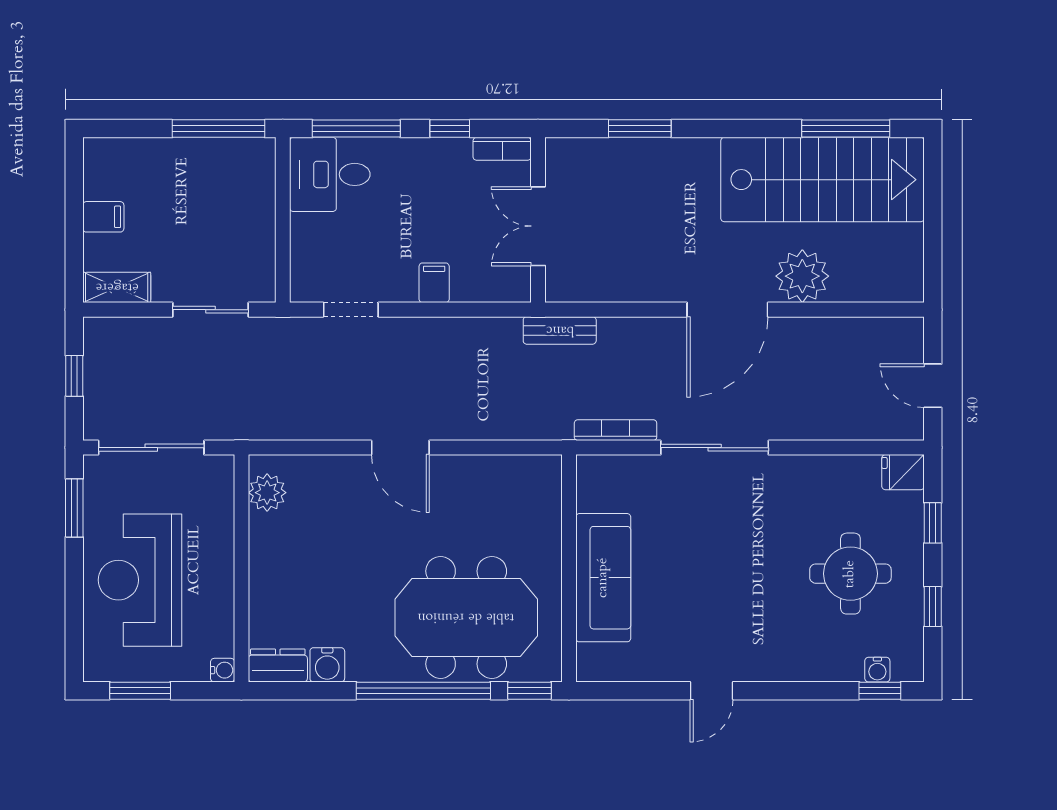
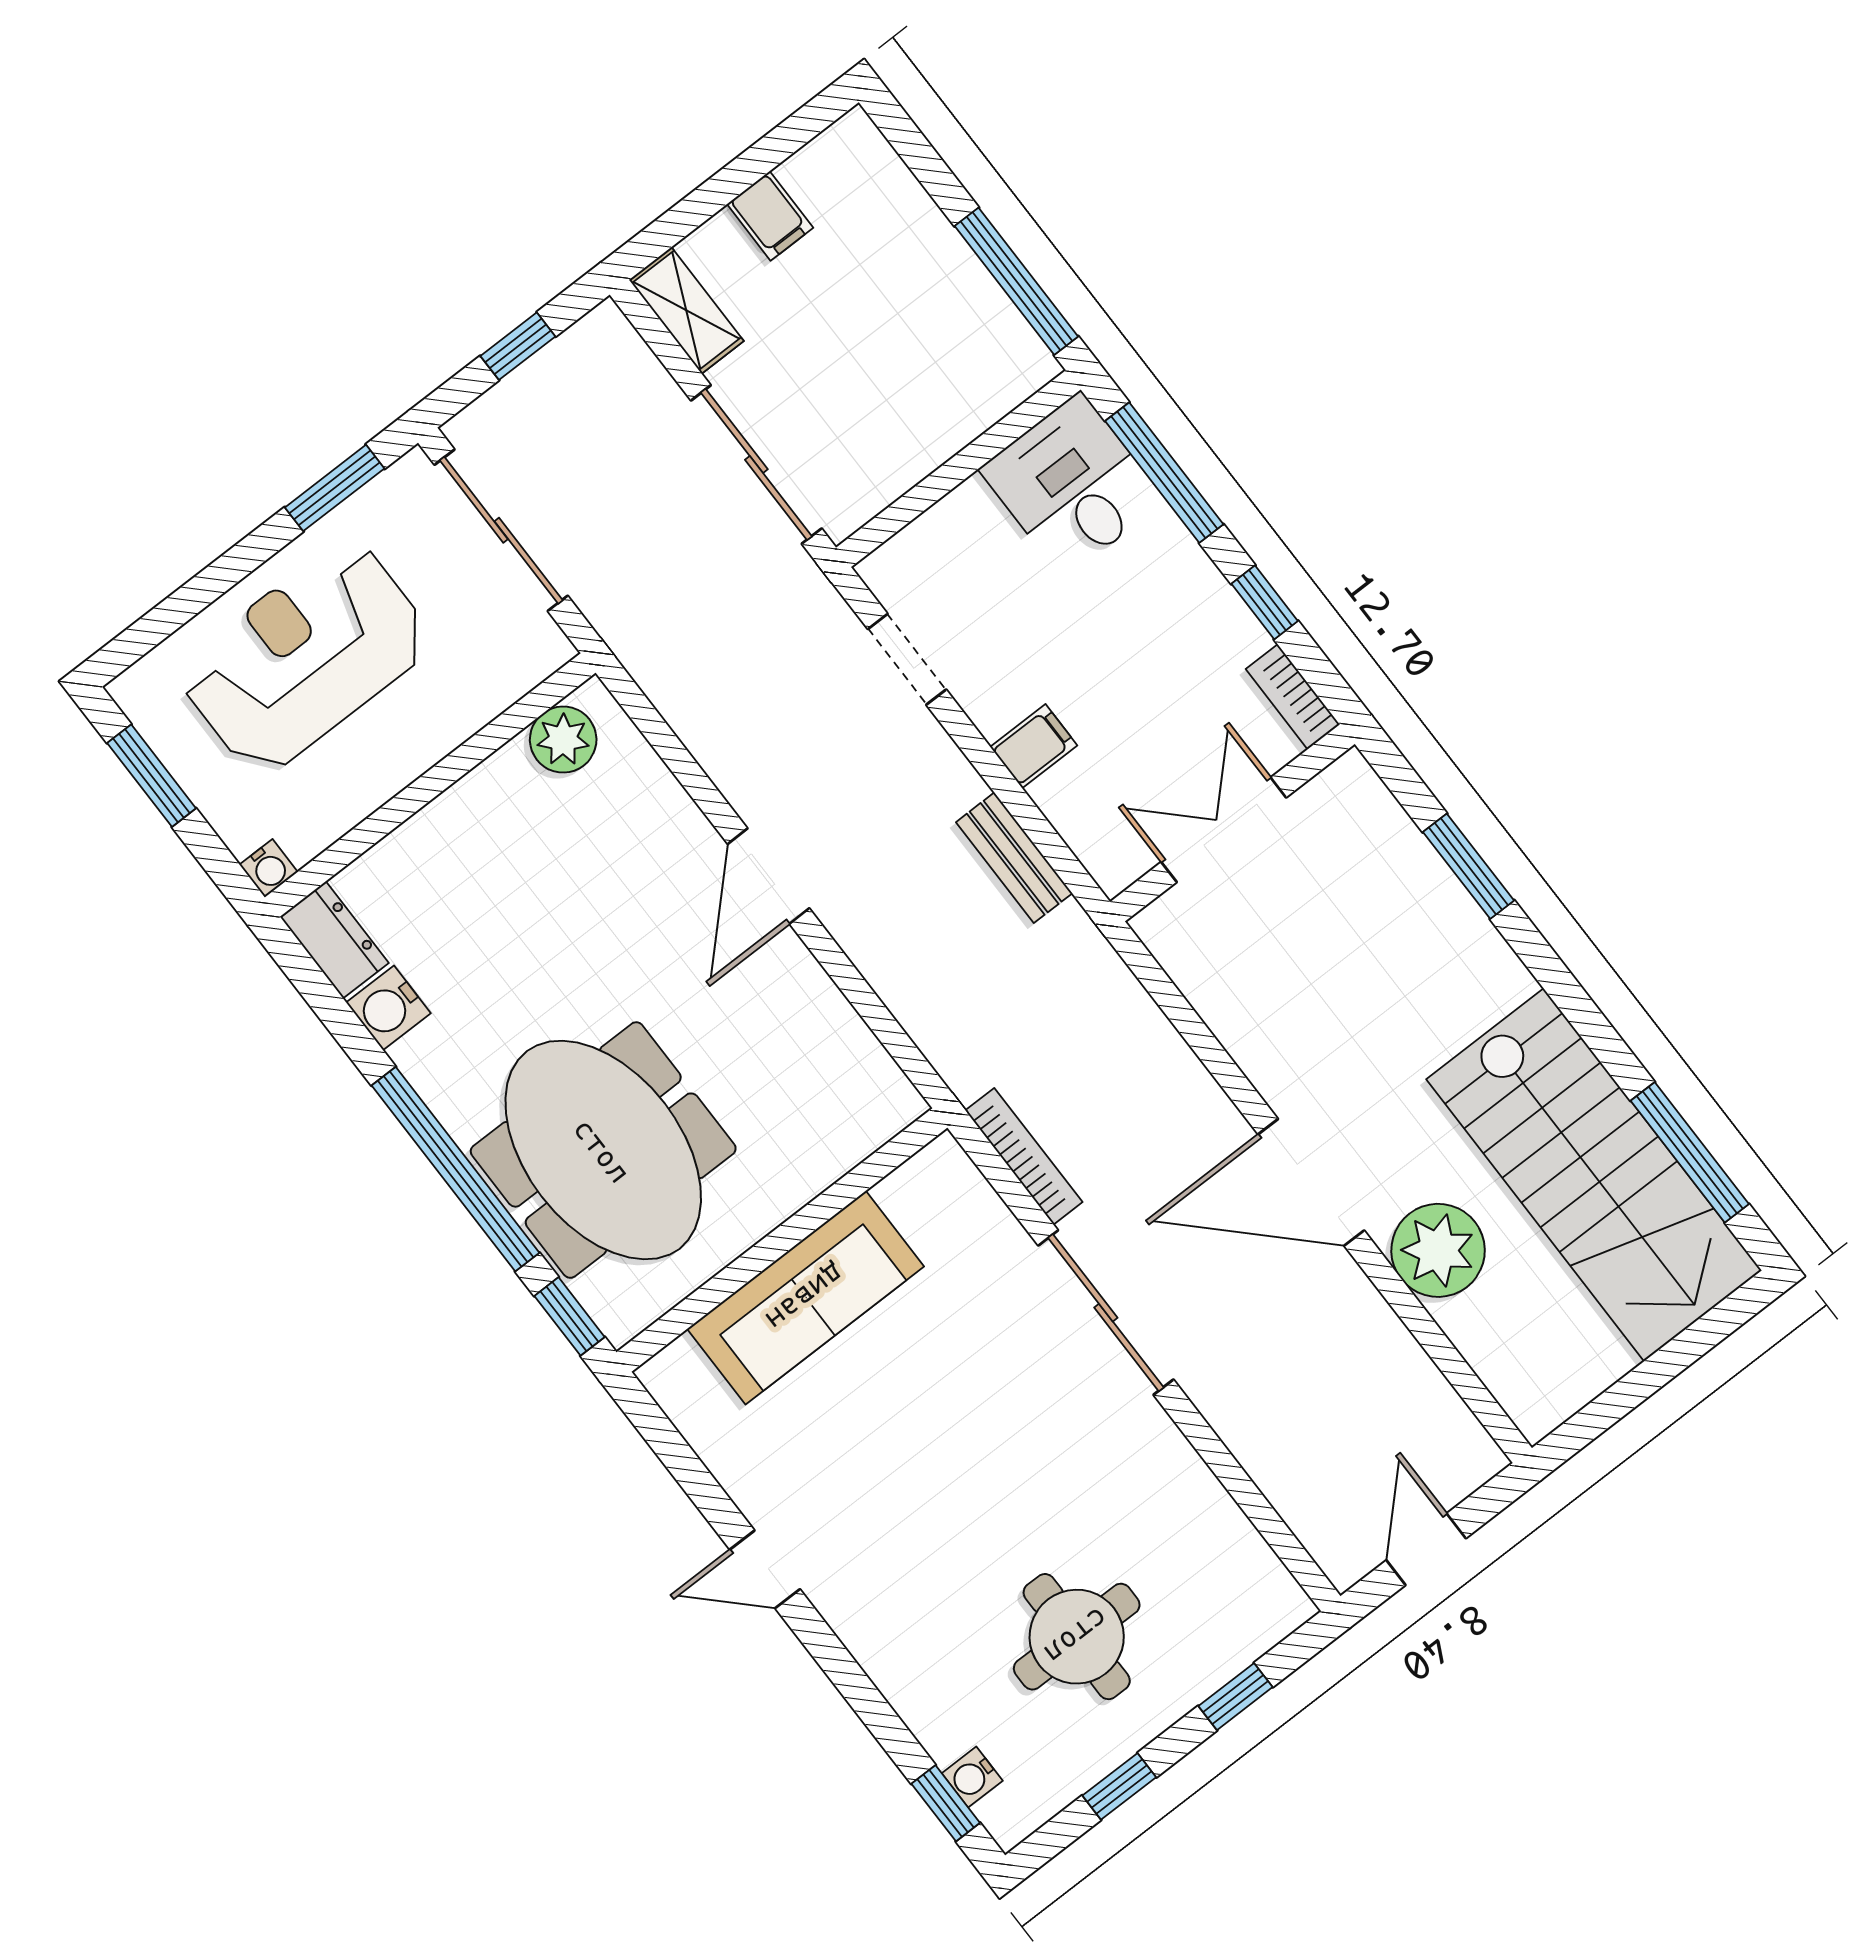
sliding door: (211, 310) -> (756, 464), width x1.37
bench: (560, 330) -> (1014, 858), moved
fridge: (903, 472) -> (1274, 1601), removed

